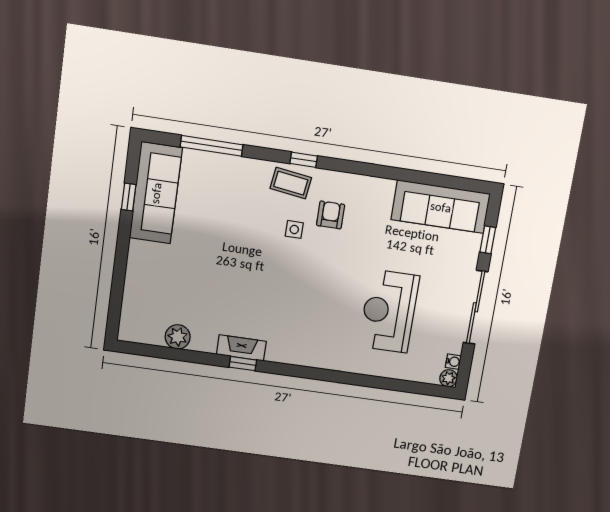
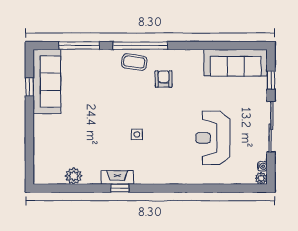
window: (304, 160) -> (140, 46), width x3.17
side table: (294, 229) -> (137, 134), moved

